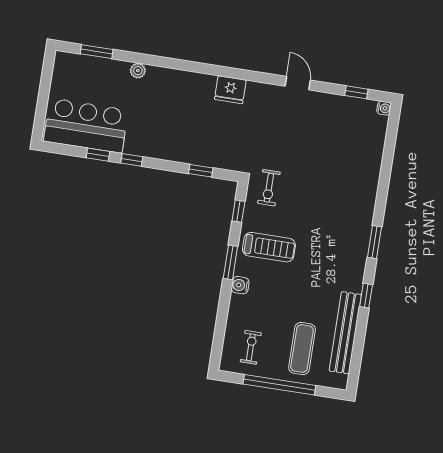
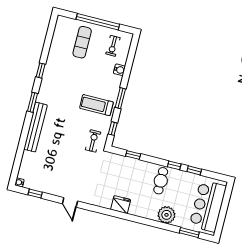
plant: (138, 71) -> (167, 215), width x1.88, depth x1.88
fridge: (230, 90) -> (121, 205), moved
bar counter: (86, 126) -> (208, 206), moved, turned 90
cafe table: (151, 133) -> (161, 181), added
water cooler: (240, 285) -> (119, 70), moved
bench: (345, 333) -> (35, 127), moved

